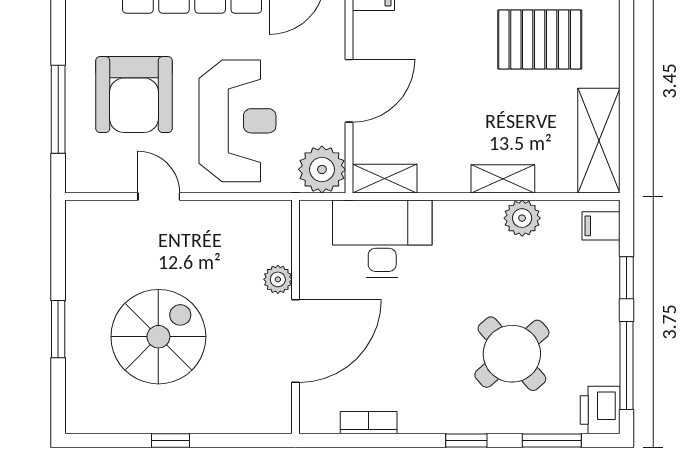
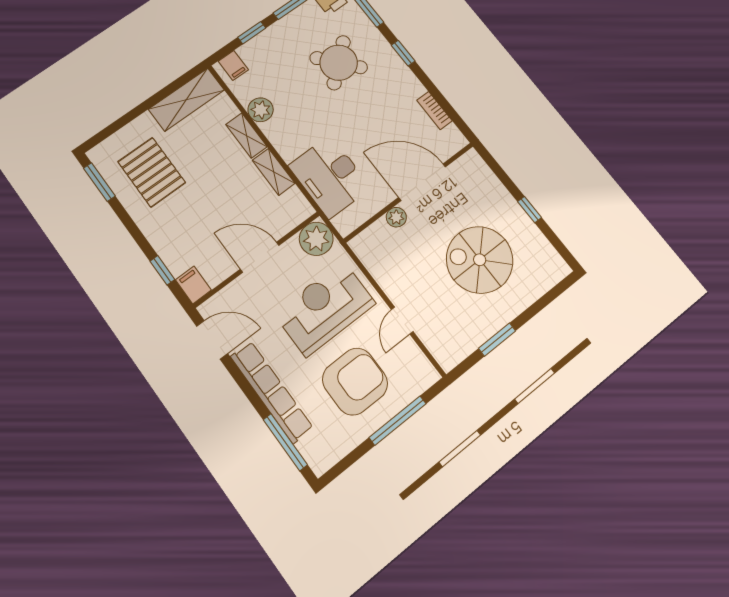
shelving: (385, 179) -> (274, 172), moved
window: (58, 329) -> (497, 340), moved

